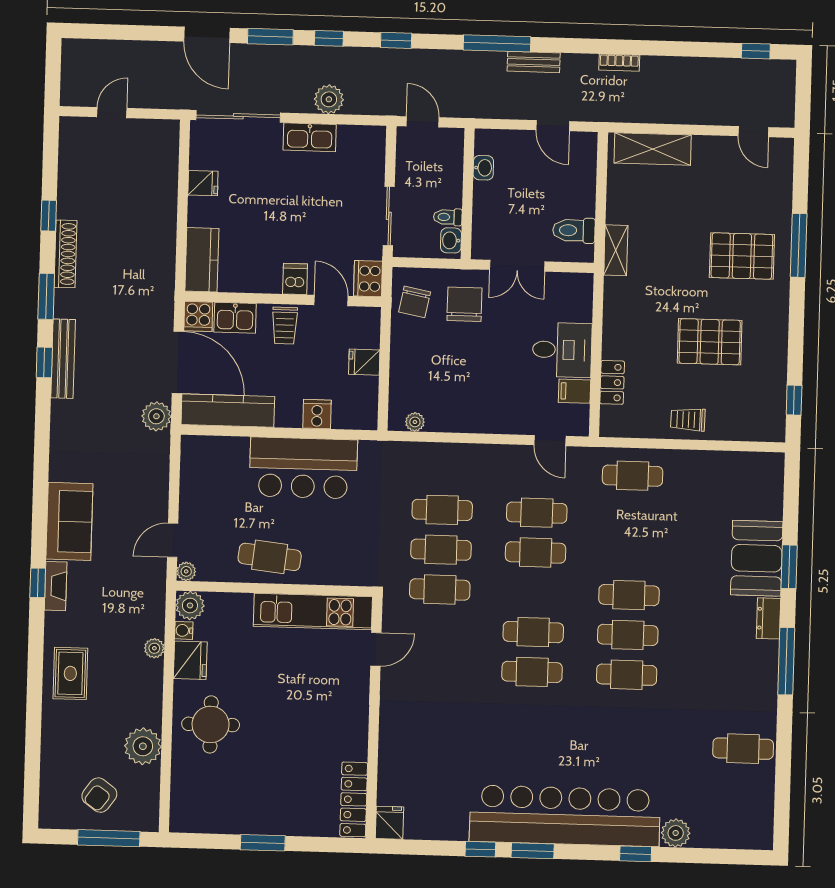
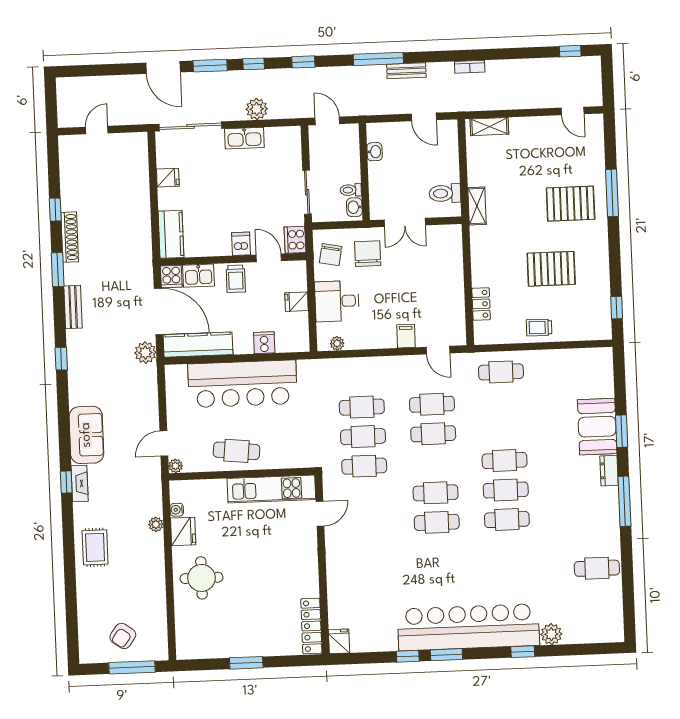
shelving: (653, 149) -> (489, 127), width x0.67, depth x0.75
desk: (562, 350) -> (337, 301), moved, turned 180
bench: (63, 359) -> (73, 307), width x0.73
window: (44, 362) -> (61, 359), moved
filing cabinet: (574, 391) -> (406, 336), moved, turned 90
bar counter: (303, 468) -> (242, 384), width x1.36
plant: (190, 605) -> (180, 491), removed
plant: (143, 746) -> (152, 598), removed

